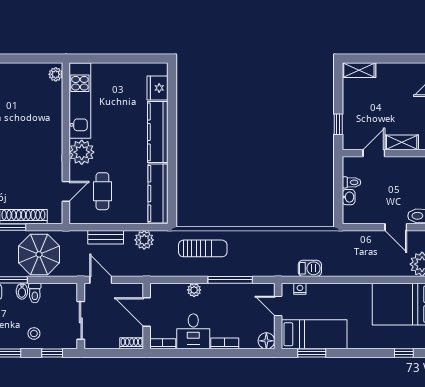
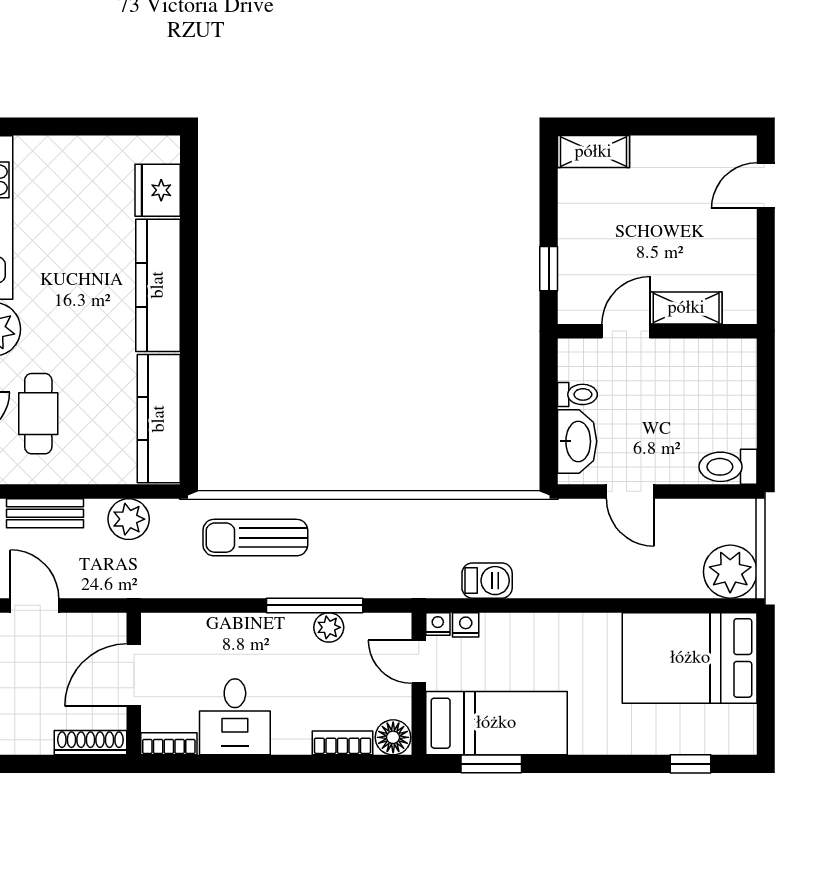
washbasin: (349, 197) -> (577, 441), width x1.91, depth x1.45
door: (396, 227) -> (630, 491), moved
sun lounger: (203, 248) -> (255, 538), turned 180
nightstand: (287, 288) -> (438, 624), added
plant: (194, 290) -> (329, 627), moved
door: (147, 312) -> (134, 675), hinge flipped
shoe rack: (132, 343) -> (90, 743), width x1.43
bookcase: (225, 343) -> (342, 743), moved

